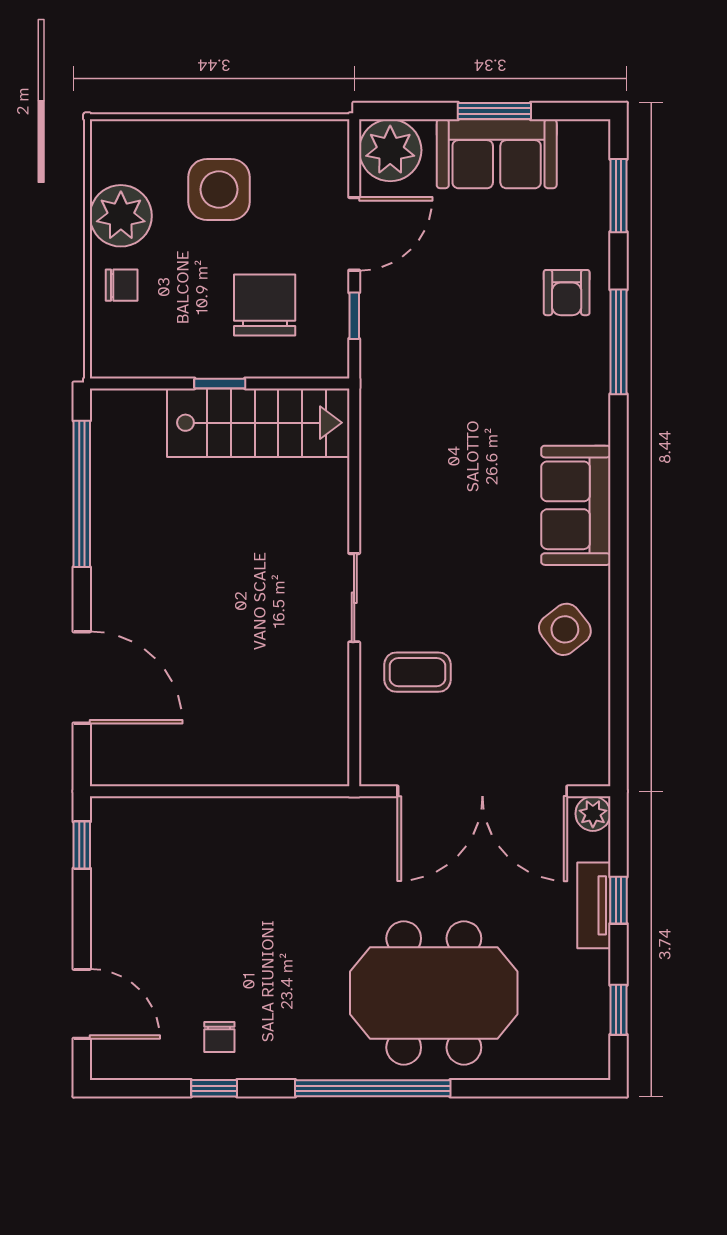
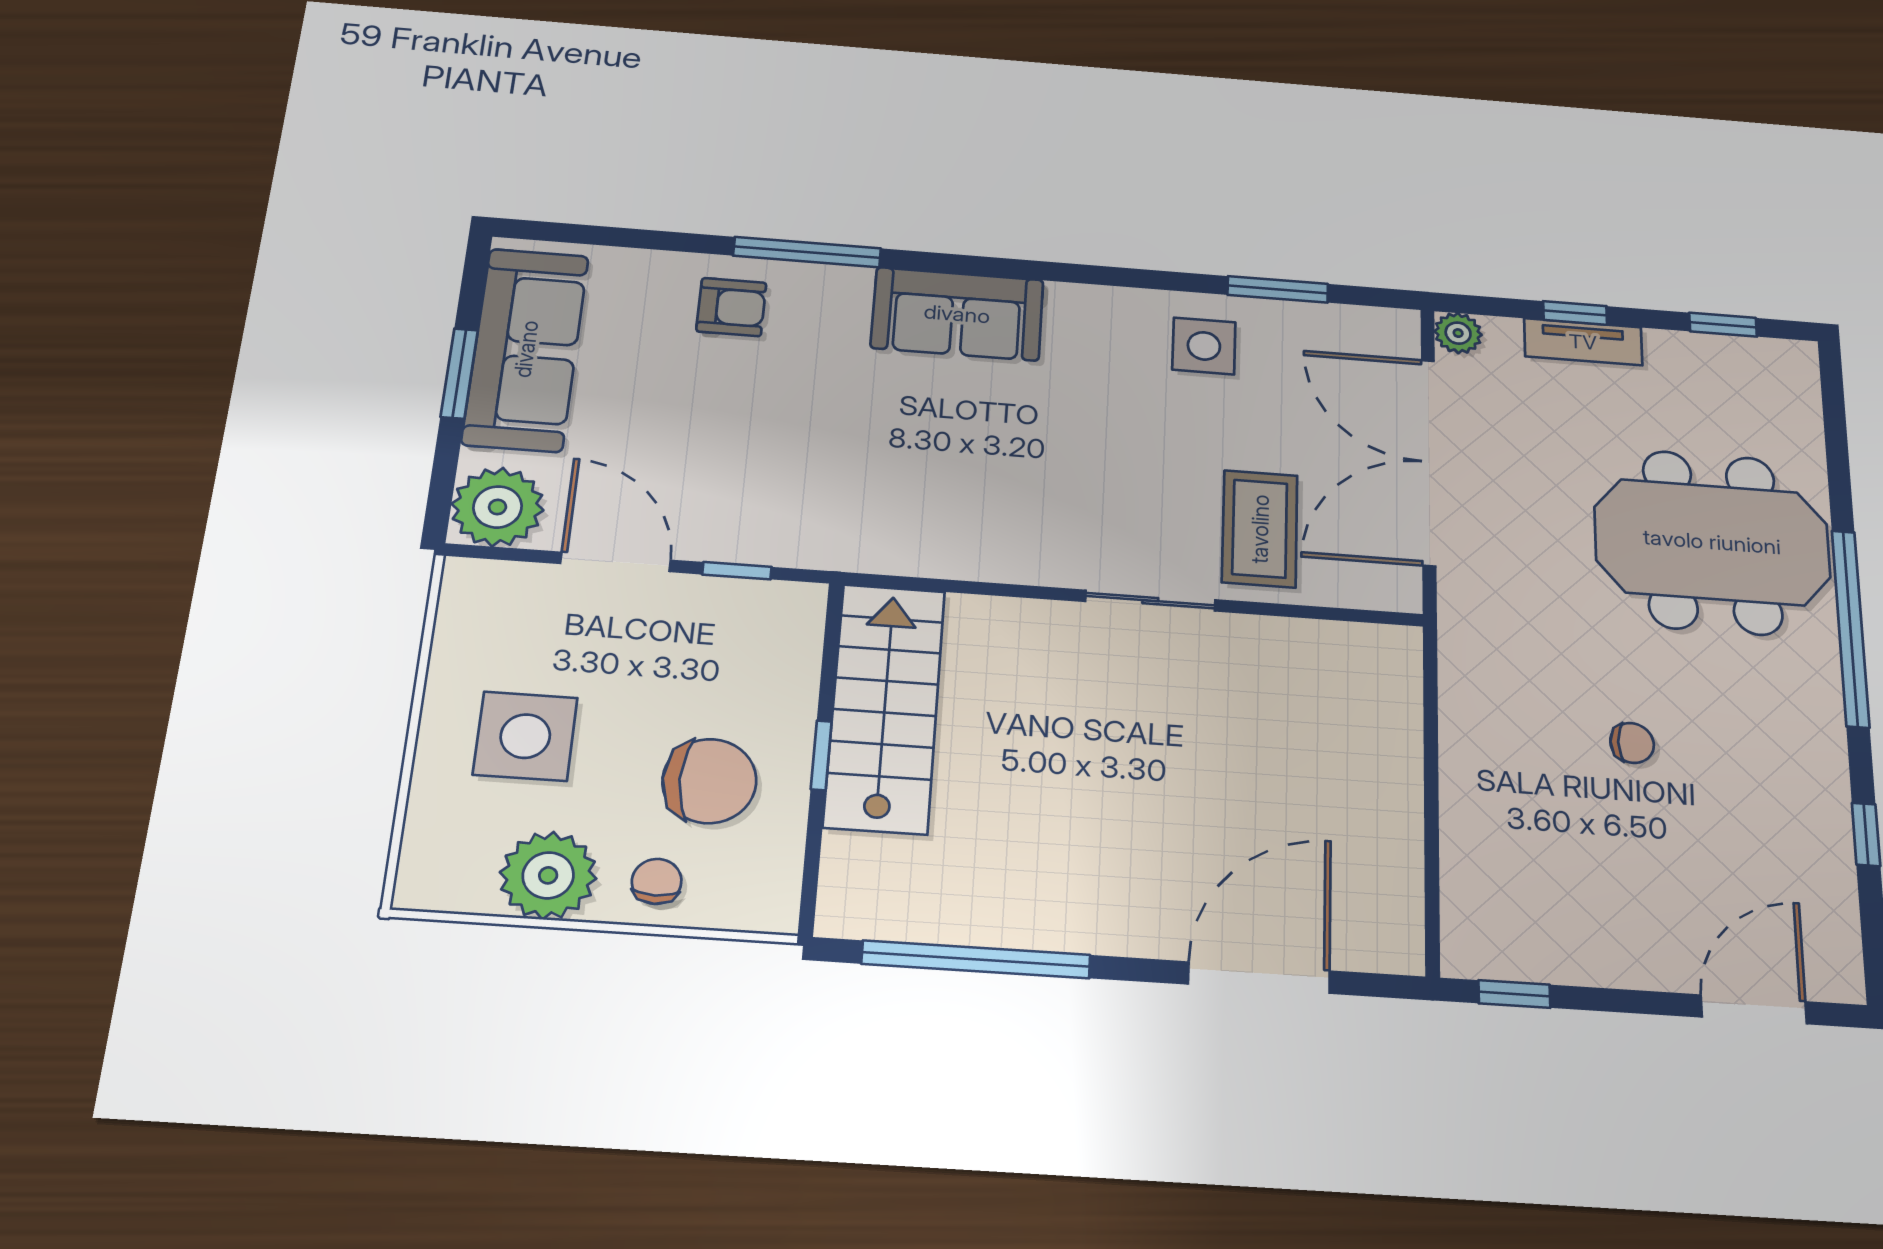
sofa: (497, 154) -> (526, 349), width x1.36
window: (619, 196) -> (1278, 289), moved
chair: (265, 305) -> (709, 781), moved, turned 180
sofa: (576, 505) -> (957, 314), moved
side table: (565, 629) -> (1204, 346), turned 38
coffee table: (418, 672) -> (1260, 529), width x1.36, depth x1.30
double door: (482, 791) -> (1429, 462), swing flipped
meeting table: (434, 993) -> (1712, 542), turned 90
chair: (219, 1037) -> (1632, 743), moved

